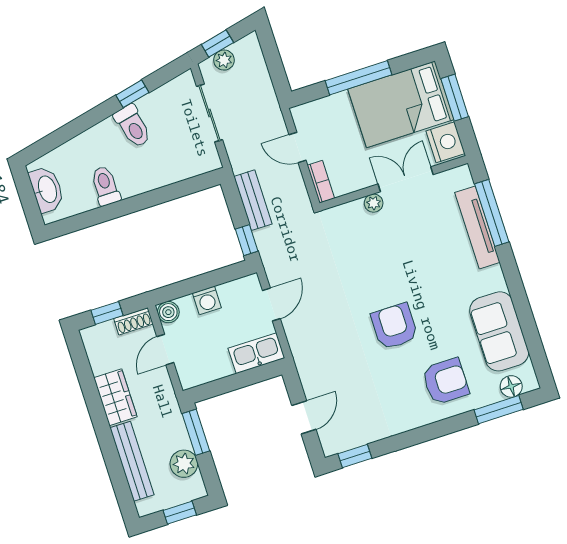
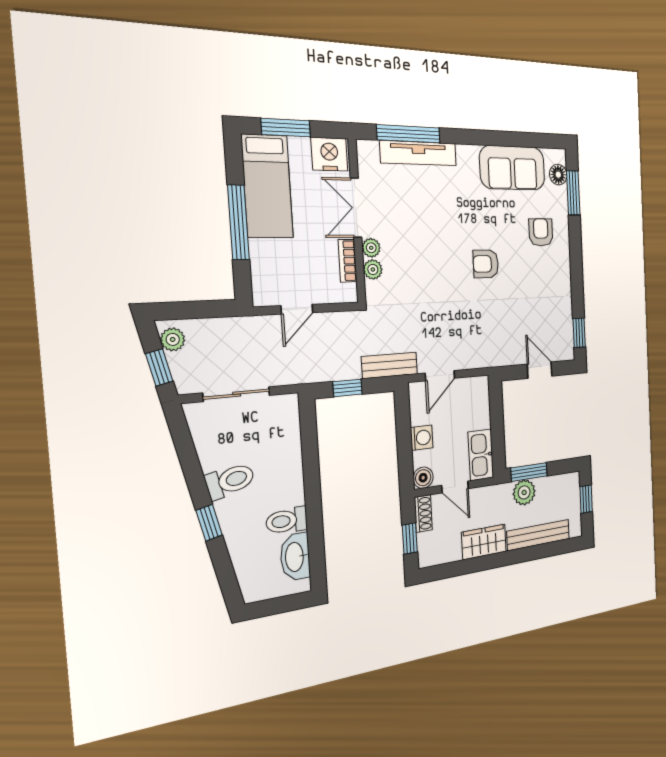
plant: (224, 60) -> (173, 339), moved
window: (132, 94) -> (209, 523), moved
bed: (401, 104) -> (267, 186), width x0.67
bookcase: (321, 182) -> (348, 261), moved, turned -90
washbasin: (47, 190) -> (295, 557), moved, turned -90
bench: (253, 200) -> (390, 365), moved
plant: (354, 210) -> (373, 269), added
window: (247, 240) -> (347, 388), moved
door: (271, 305) -> (440, 376), swing flipped
armchair: (394, 326) -> (486, 264), width x0.72, depth x0.72
kitchen sink: (256, 353) -> (481, 455), moved
armchair: (445, 381) -> (541, 232), width x0.72, depth x0.72
plant: (184, 464) -> (524, 492), moved

